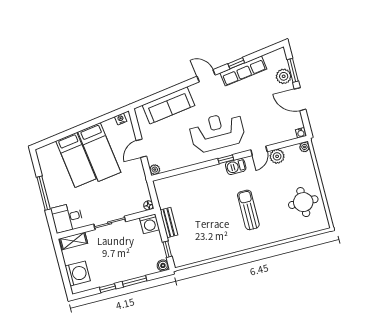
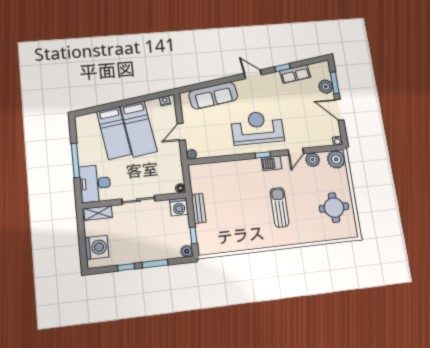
row of seats: (243, 71) -> (295, 74), width x0.68
plant: (304, 147) -> (336, 159), width x1.87, depth x1.87
desk: (67, 218) -> (95, 183), width x1.37

